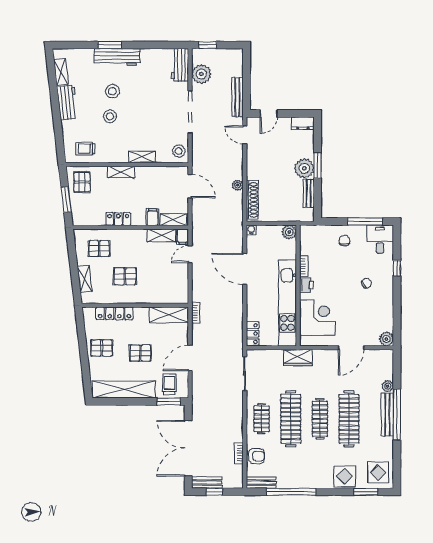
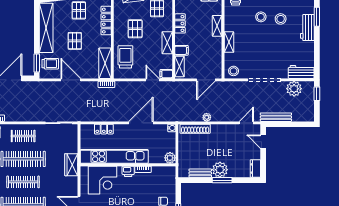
workbench: (117, 57) -> (307, 28), width x0.73
shelving: (161, 235) -> (167, 43), moved
trolley: (161, 289) -> (125, 57), added
locker: (253, 334) -> (104, 129), moved

